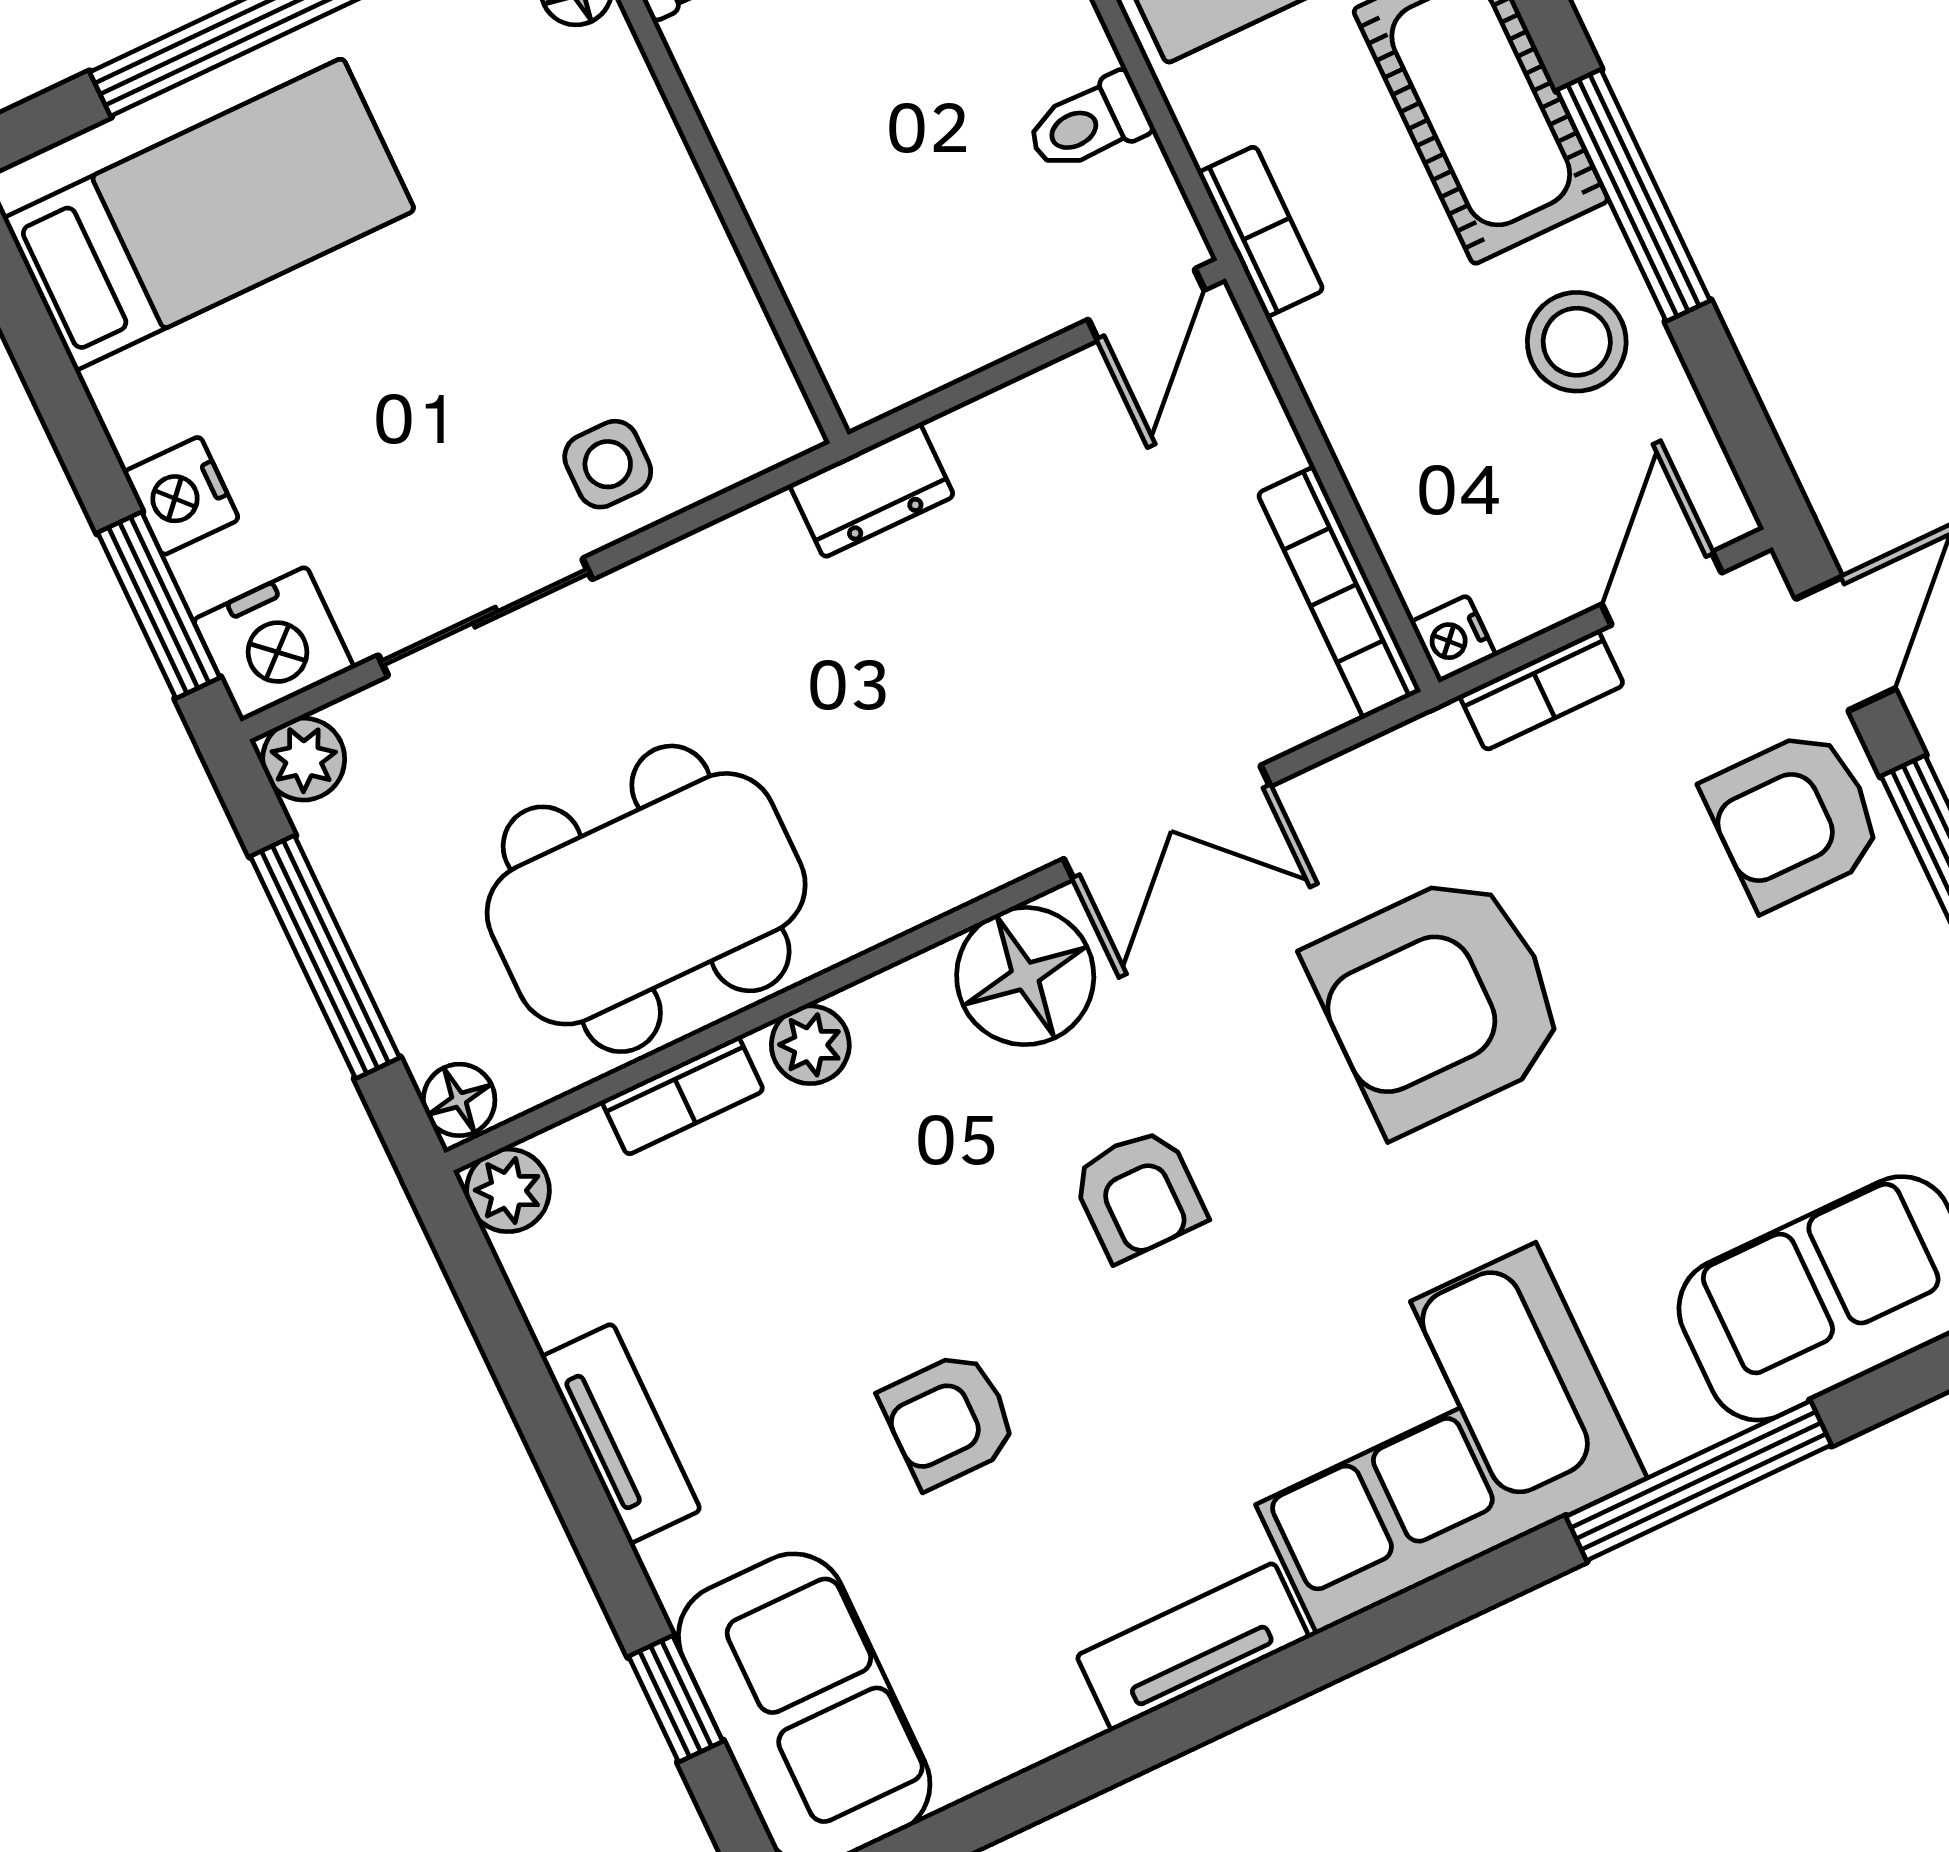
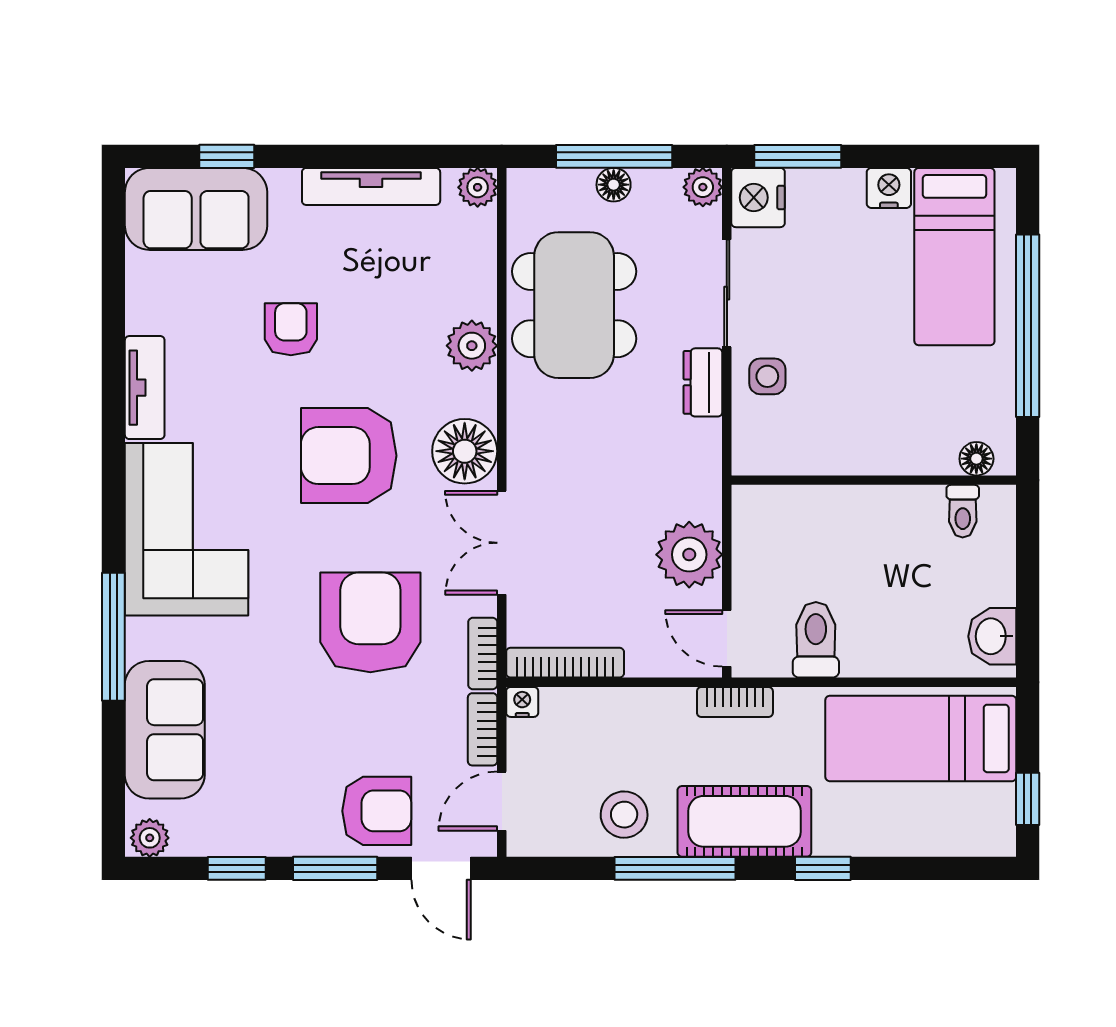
toilet: (1089, 123) -> (816, 640), width x1.37, depth x1.39
plant: (1020, 453) -> (689, 555), added
dresser: (872, 490) -> (703, 382), moved
nightstand: (181, 496) -> (889, 188), moved
door: (1662, 588) -> (502, 801), swing flipped
armchair: (1794, 819) -> (377, 811), turned 90
plant: (810, 1045) -> (472, 346), width x1.38, depth x1.38
bookcase: (683, 1096) -> (483, 654), moved
floor lamp: (459, 1100) -> (614, 185), moved
armchair: (1138, 1194) -> (349, 456), width x1.88, depth x1.88
tv unit: (621, 1434) -> (371, 186), width x1.41

